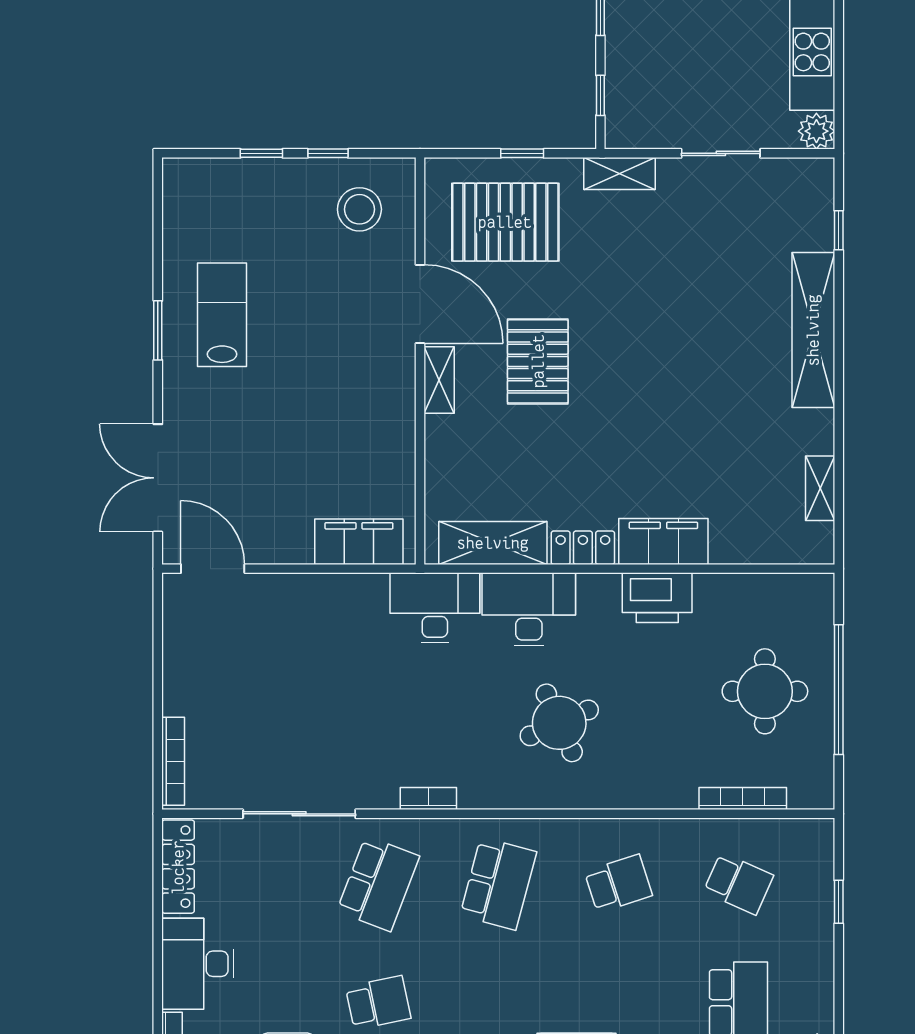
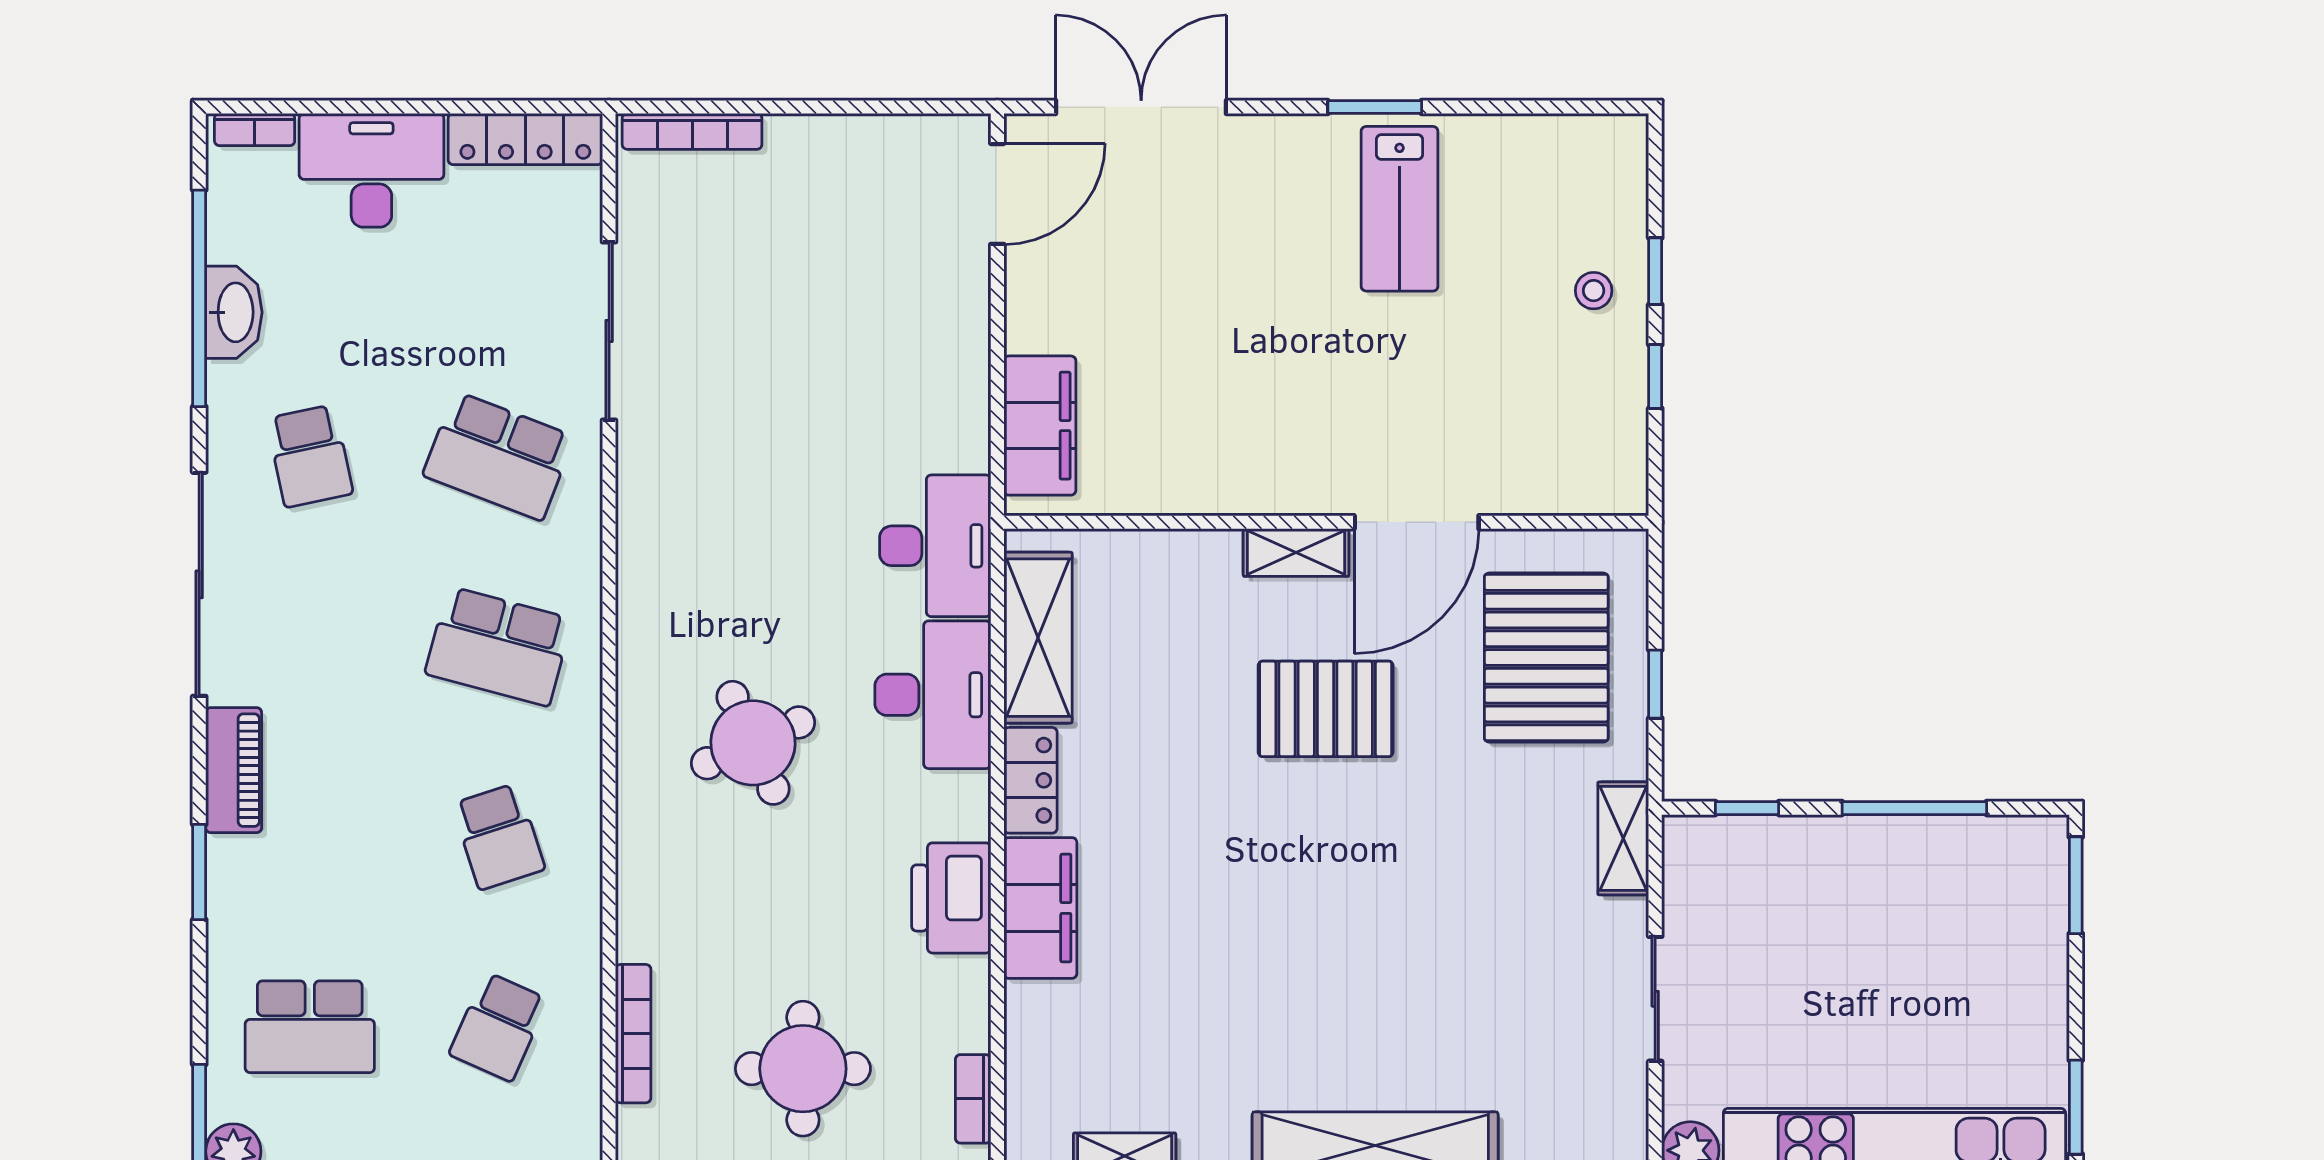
stool: (359, 209) -> (1594, 291), moved, width x0.53, depth x0.53
lab bench: (222, 315) -> (1400, 209), turned 90
bookcase: (428, 798) -> (973, 1099), moved, turned 180

